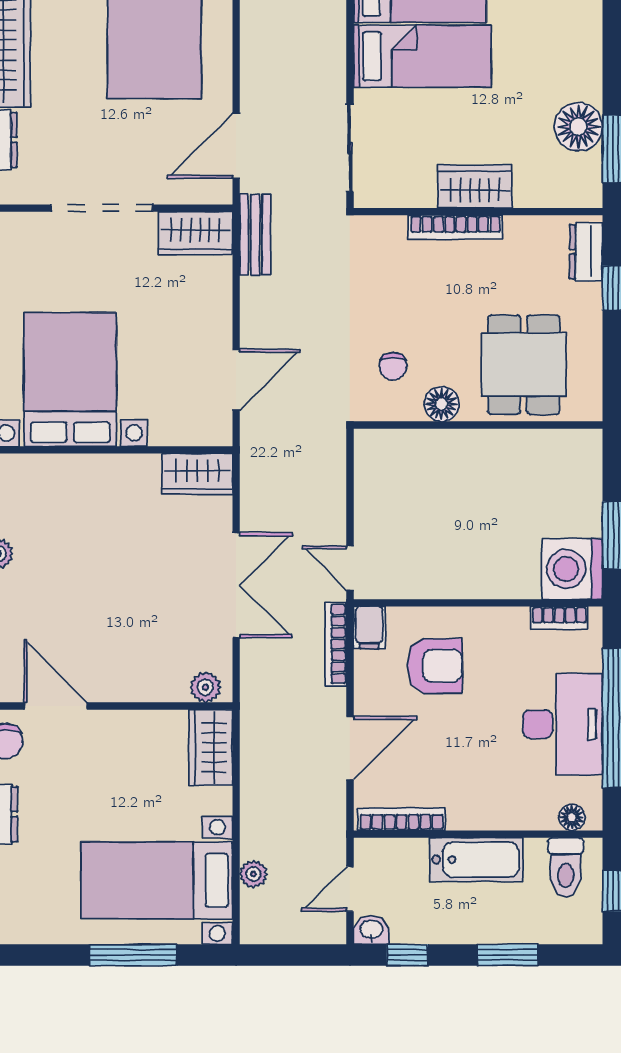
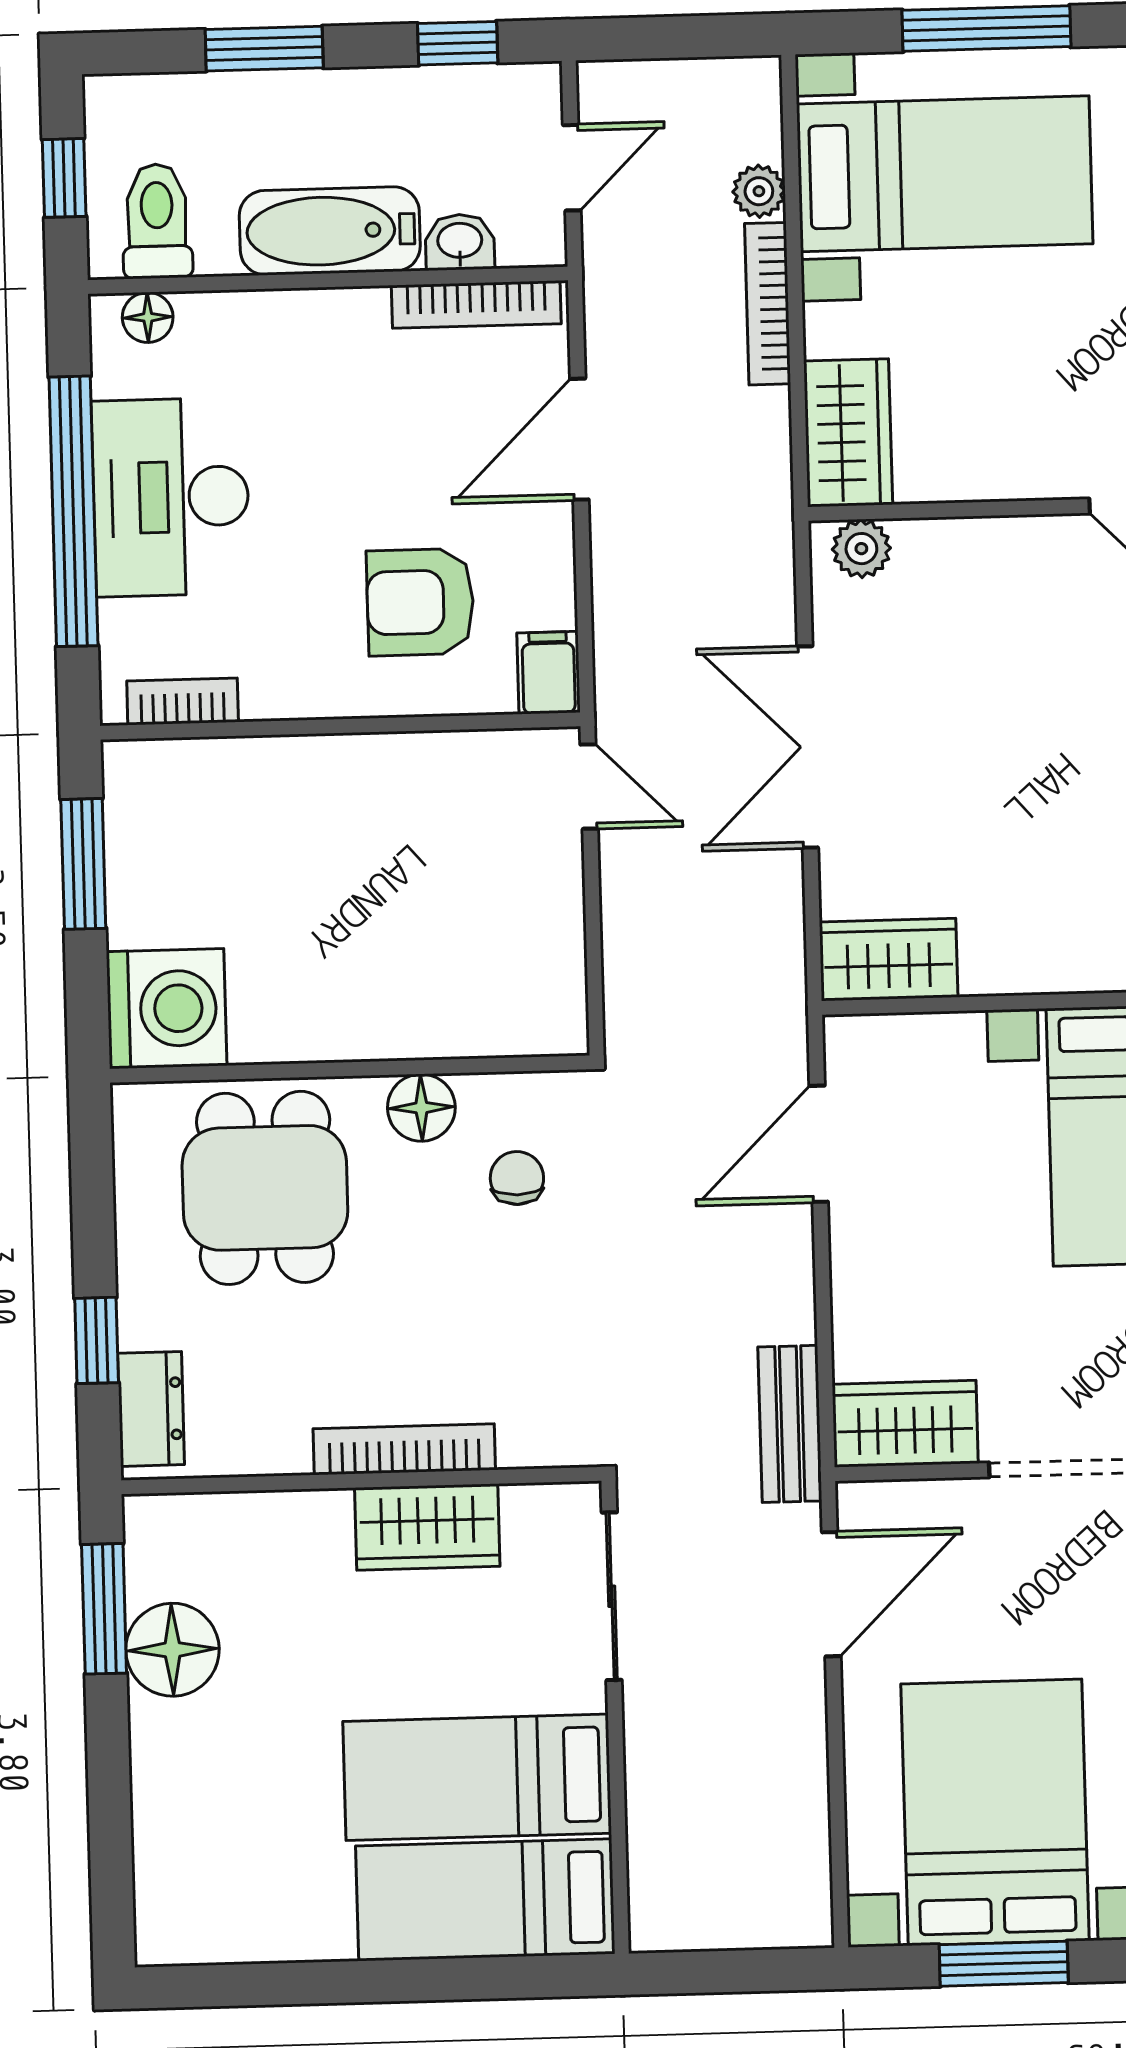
wardrobe: (475, 187) -> (427, 1527), moved
washing machine: (572, 569) -> (167, 1009), moved
bookcase: (336, 644) -> (768, 304), moved, turned 180
washbasin: (371, 930) -> (460, 242), moved, turned 180

